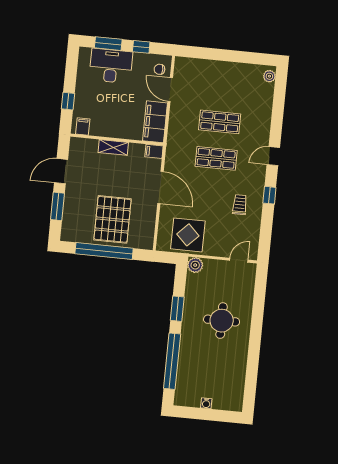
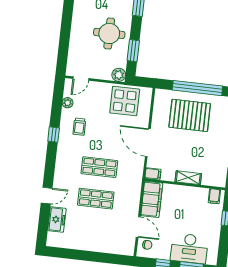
plant: (269, 76) -> (68, 103), moved
freezer: (264, 97) -> (57, 219), added
door: (273, 156) -> (47, 196), moved
pallet: (113, 219) -> (190, 115), turned 90
window: (177, 309) -> (133, 51), moved
round table: (222, 321) -> (109, 33), moved

